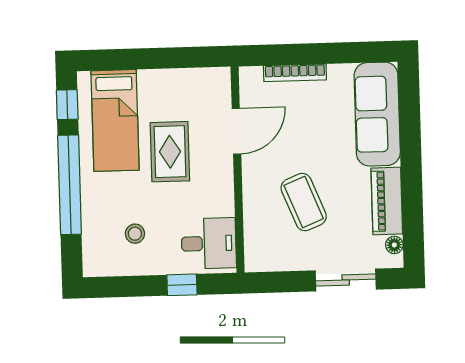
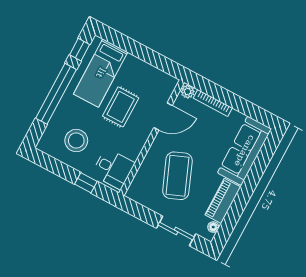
plant: (251, 77) -> (188, 92), added
coffee table: (304, 202) -> (177, 176), width x1.36, depth x1.32
stool: (135, 234) -> (76, 141), width x1.89, depth x1.89

